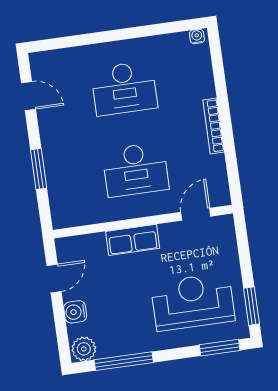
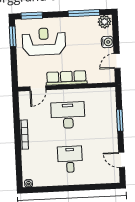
desk: (124, 88) -> (70, 159), width x0.73
row of seats: (133, 240) -> (66, 78), width x1.48
reception desk: (193, 302) -> (44, 42), turned 180

